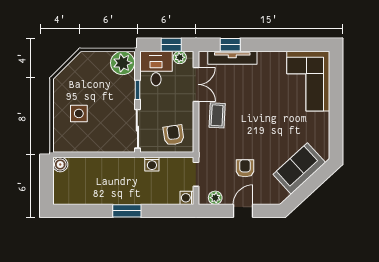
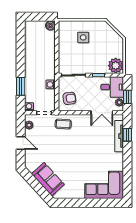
coffee table: (217, 115) -> (63, 124), moved
armchair: (245, 168) -> (48, 144), removed
window: (127, 211) -> (21, 86), moved

